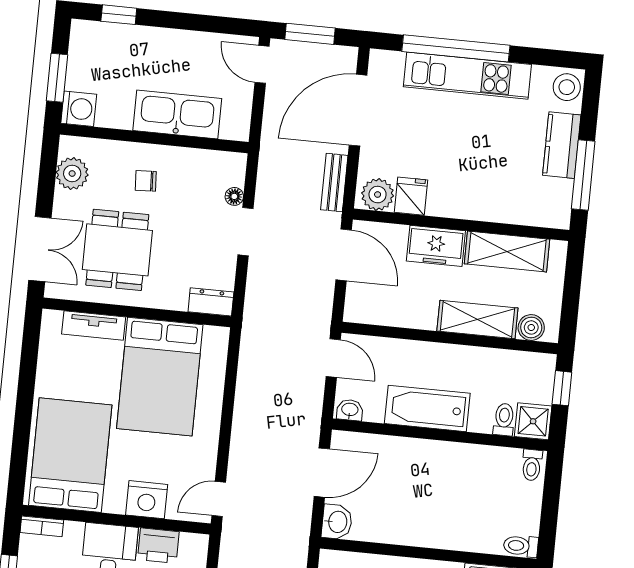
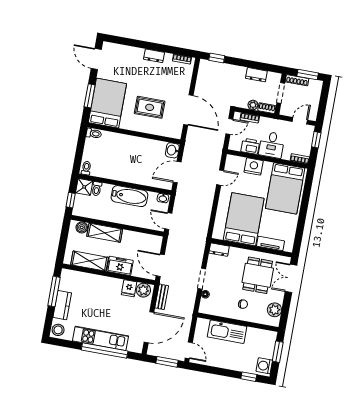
washing machine: (79, 109) -> (264, 366), moved
door: (219, 499) -> (220, 178), moved

